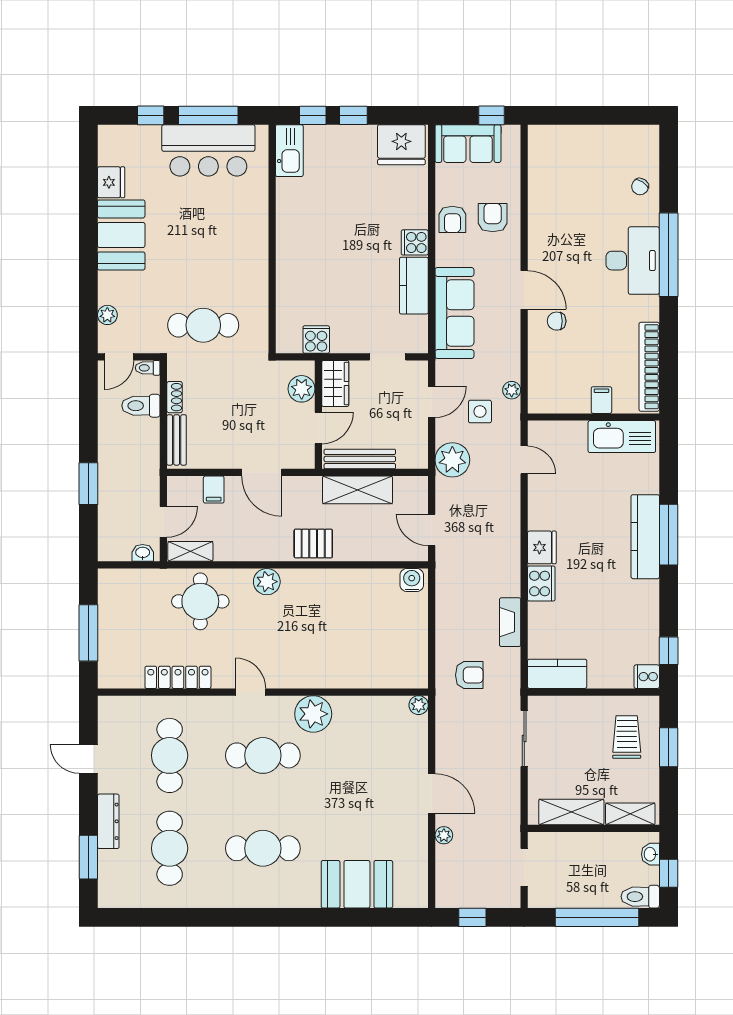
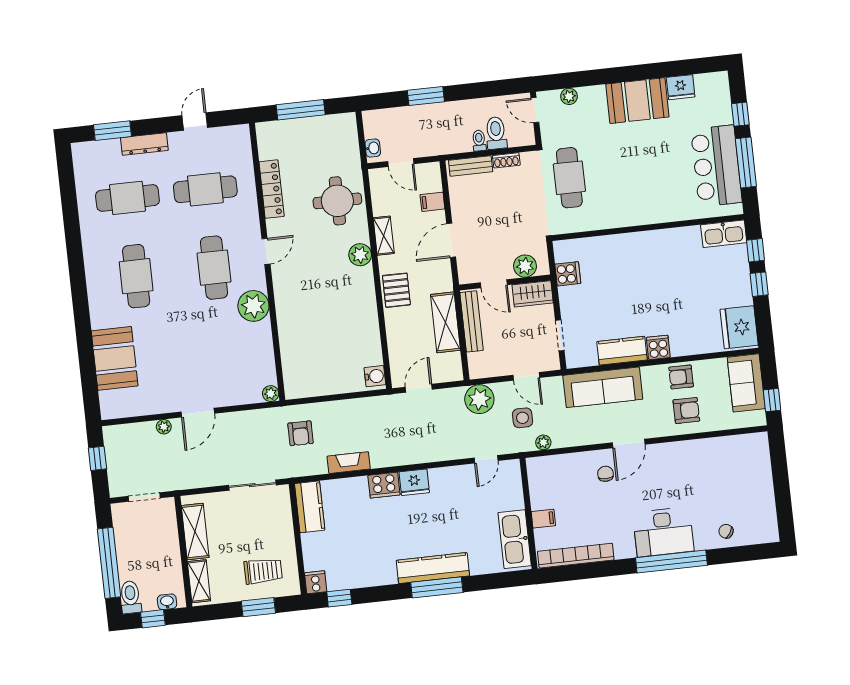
toilet: (148, 368) -> (479, 141), moved
shelving: (190, 551) -> (384, 236), moved

